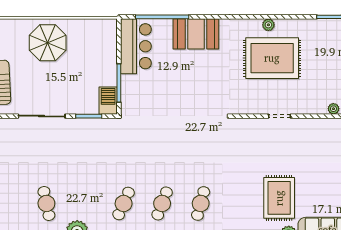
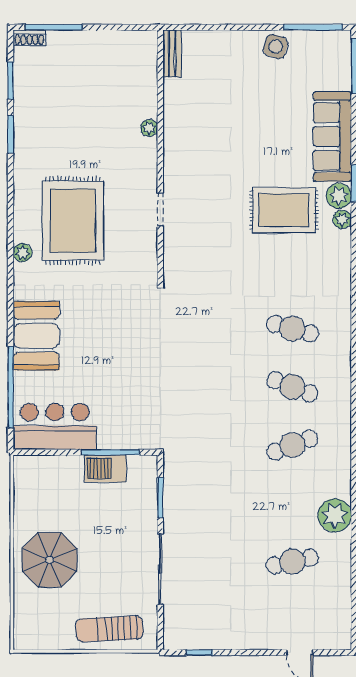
plant: (268, 25) -> (23, 253), moved
barbecue: (108, 101) -> (105, 468), moved
cafe table: (124, 203) -> (292, 445), turned -45

